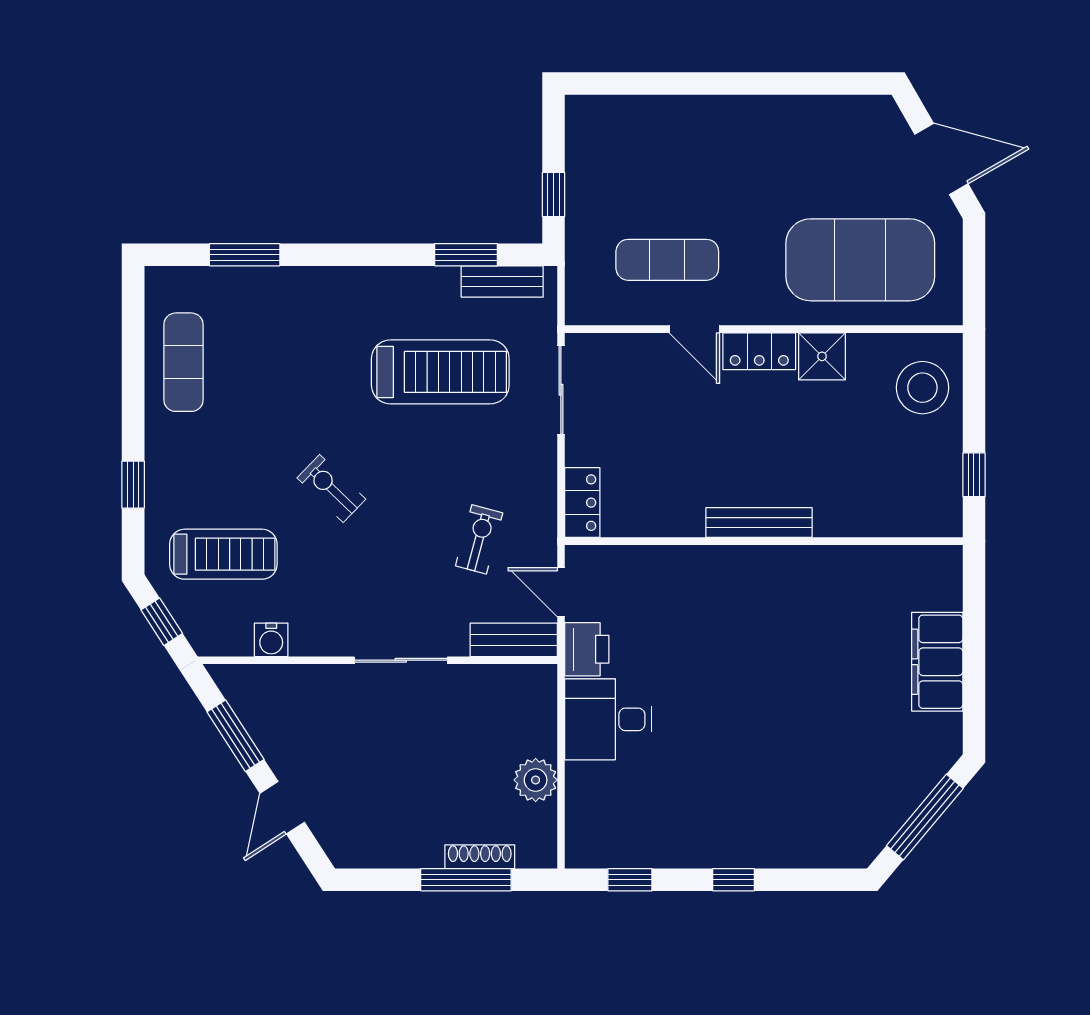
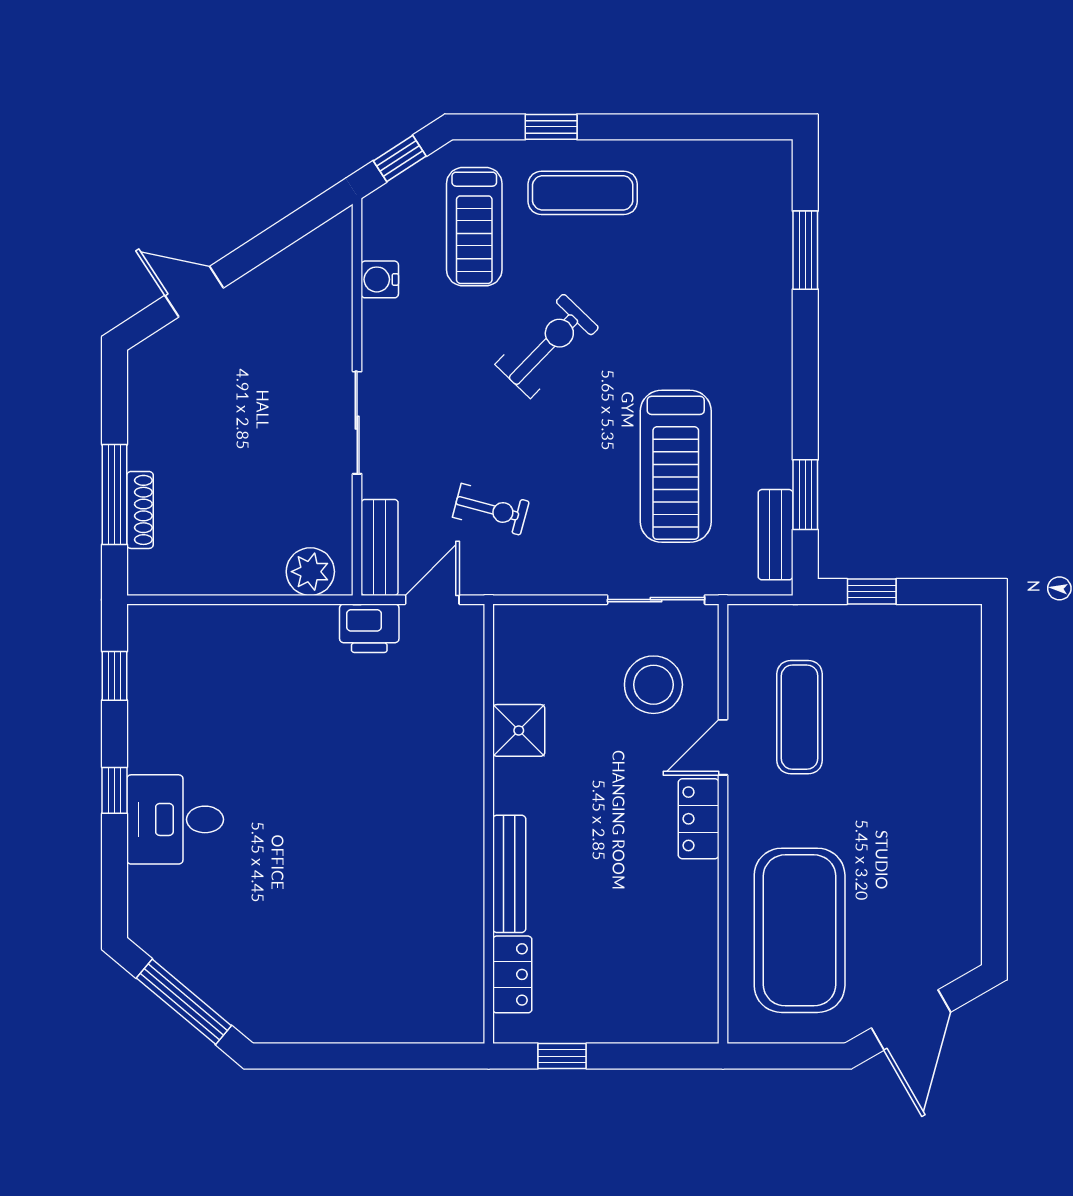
shower: (822, 356) -> (519, 730), moved
exercise mat: (184, 362) -> (583, 193), moved
stool: (922, 388) -> (653, 685), moved
exercise bike: (331, 488) -> (547, 346), width x1.38, depth x1.39
locker: (582, 503) -> (512, 974), moved, turned -90
bench: (759, 523) -> (509, 874), moved
filing cabinet: (937, 662) -> (355, 1015), removed
desk: (608, 719) -> (175, 819), moved, turned -90
window: (236, 736) -> (274, 240), removed
plant: (536, 780) -> (310, 572), moved

